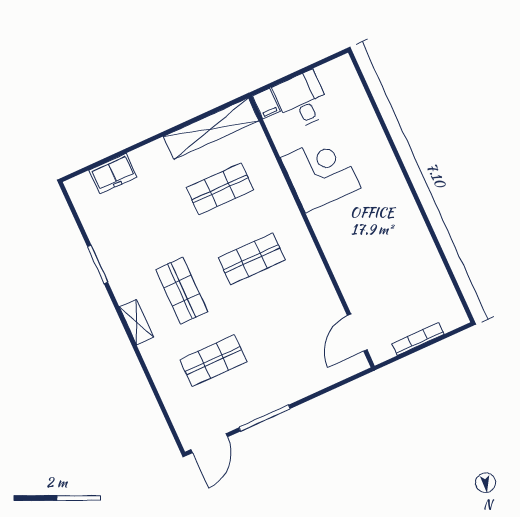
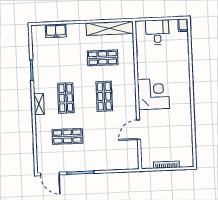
filing cabinet: (266, 104) -> (183, 25), moved
corner desk: (321, 173) -> (153, 94), moved
shop shelf: (252, 259) -> (104, 96), turned 90
door: (357, 333) -> (139, 130), moved
door: (209, 443) -> (50, 174), hinge flipped

